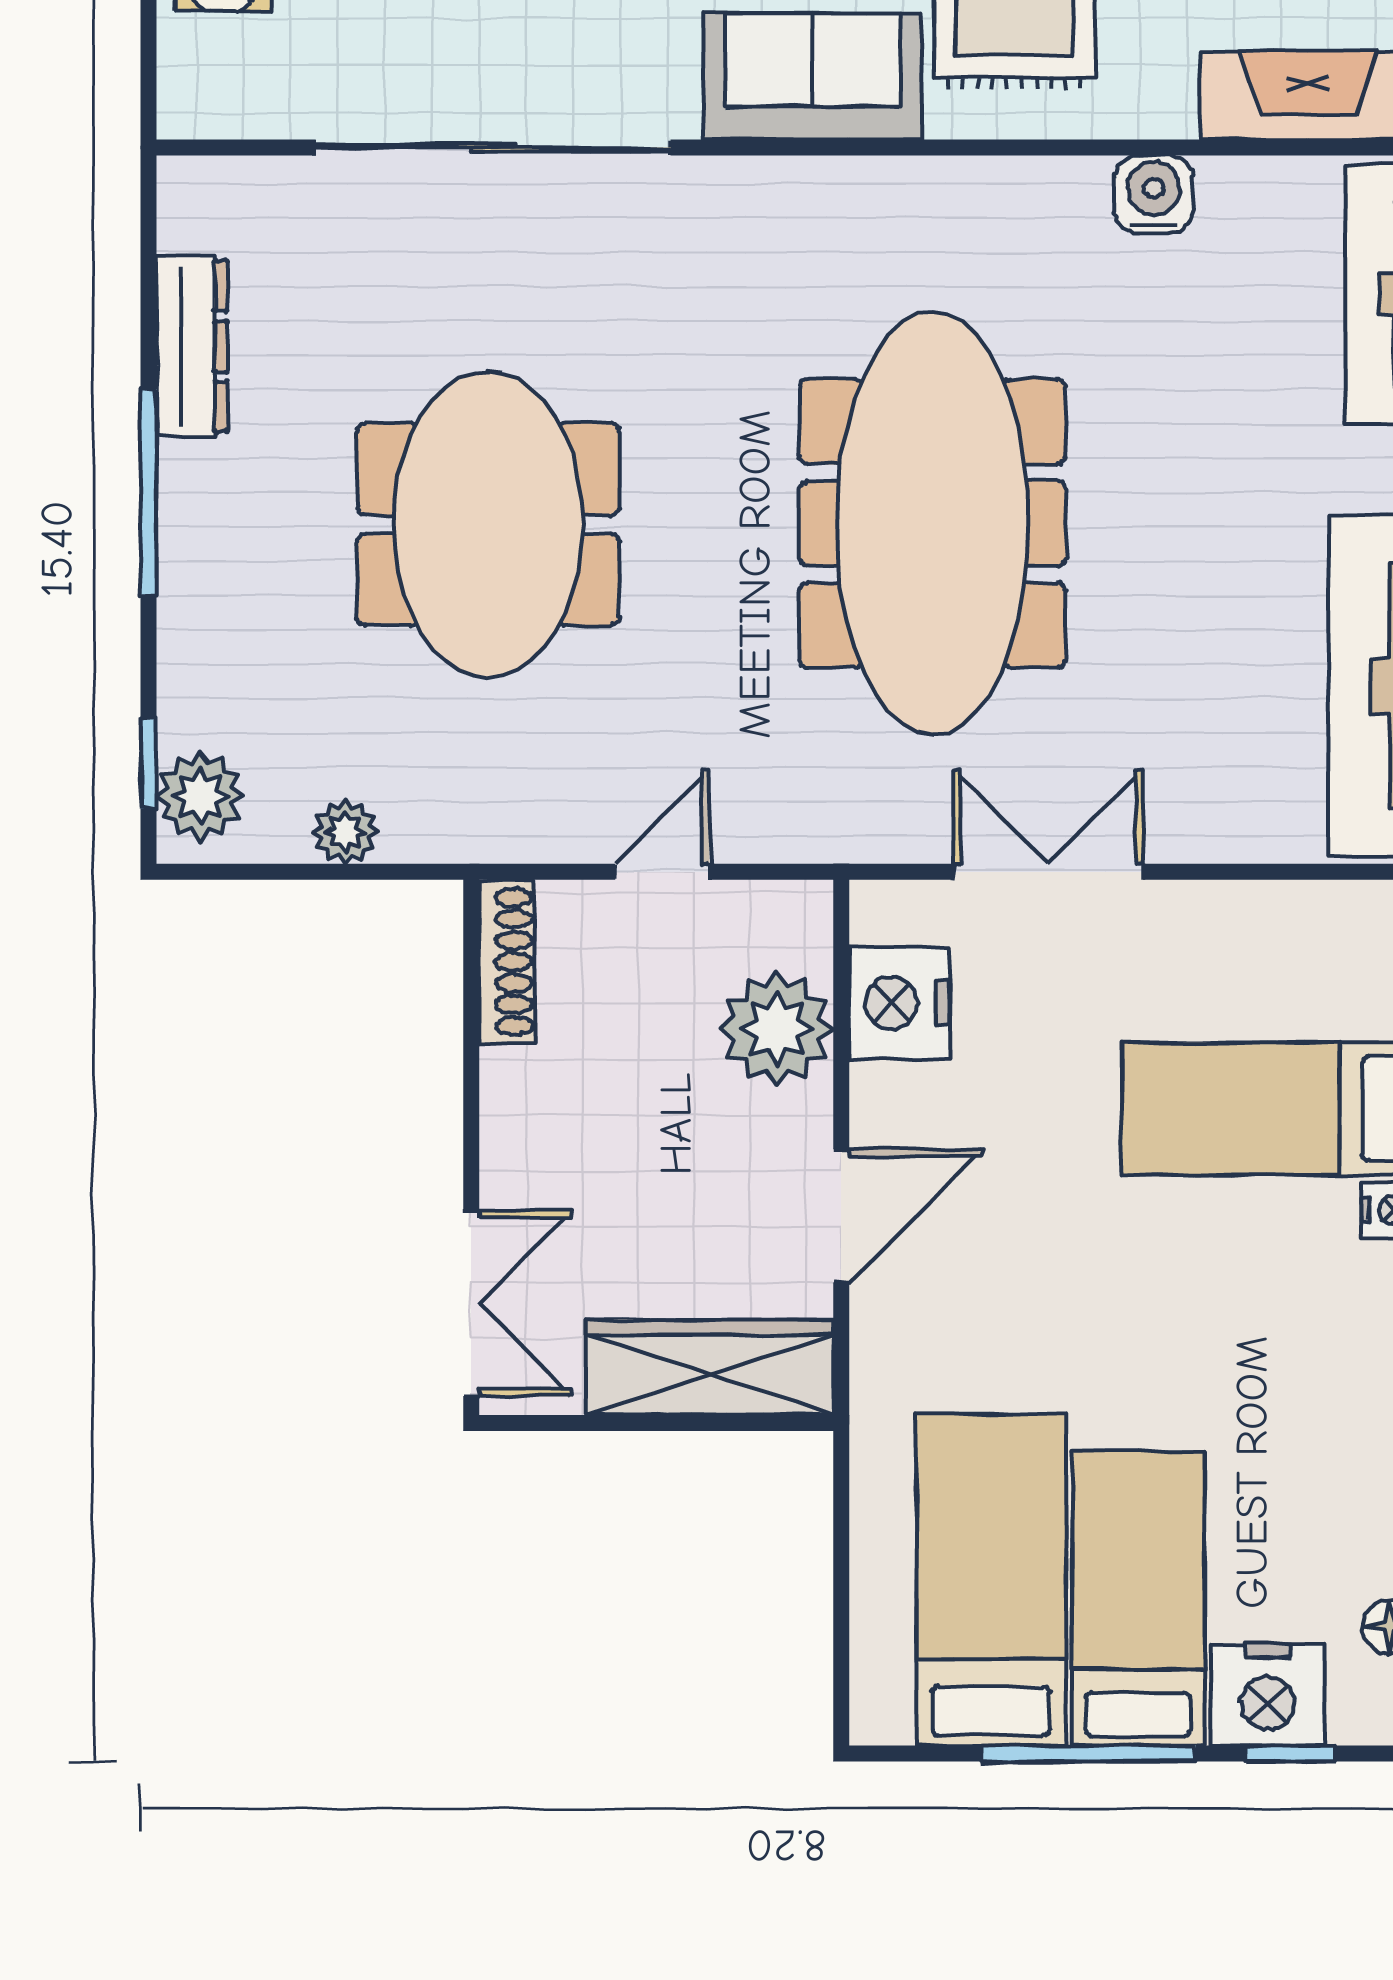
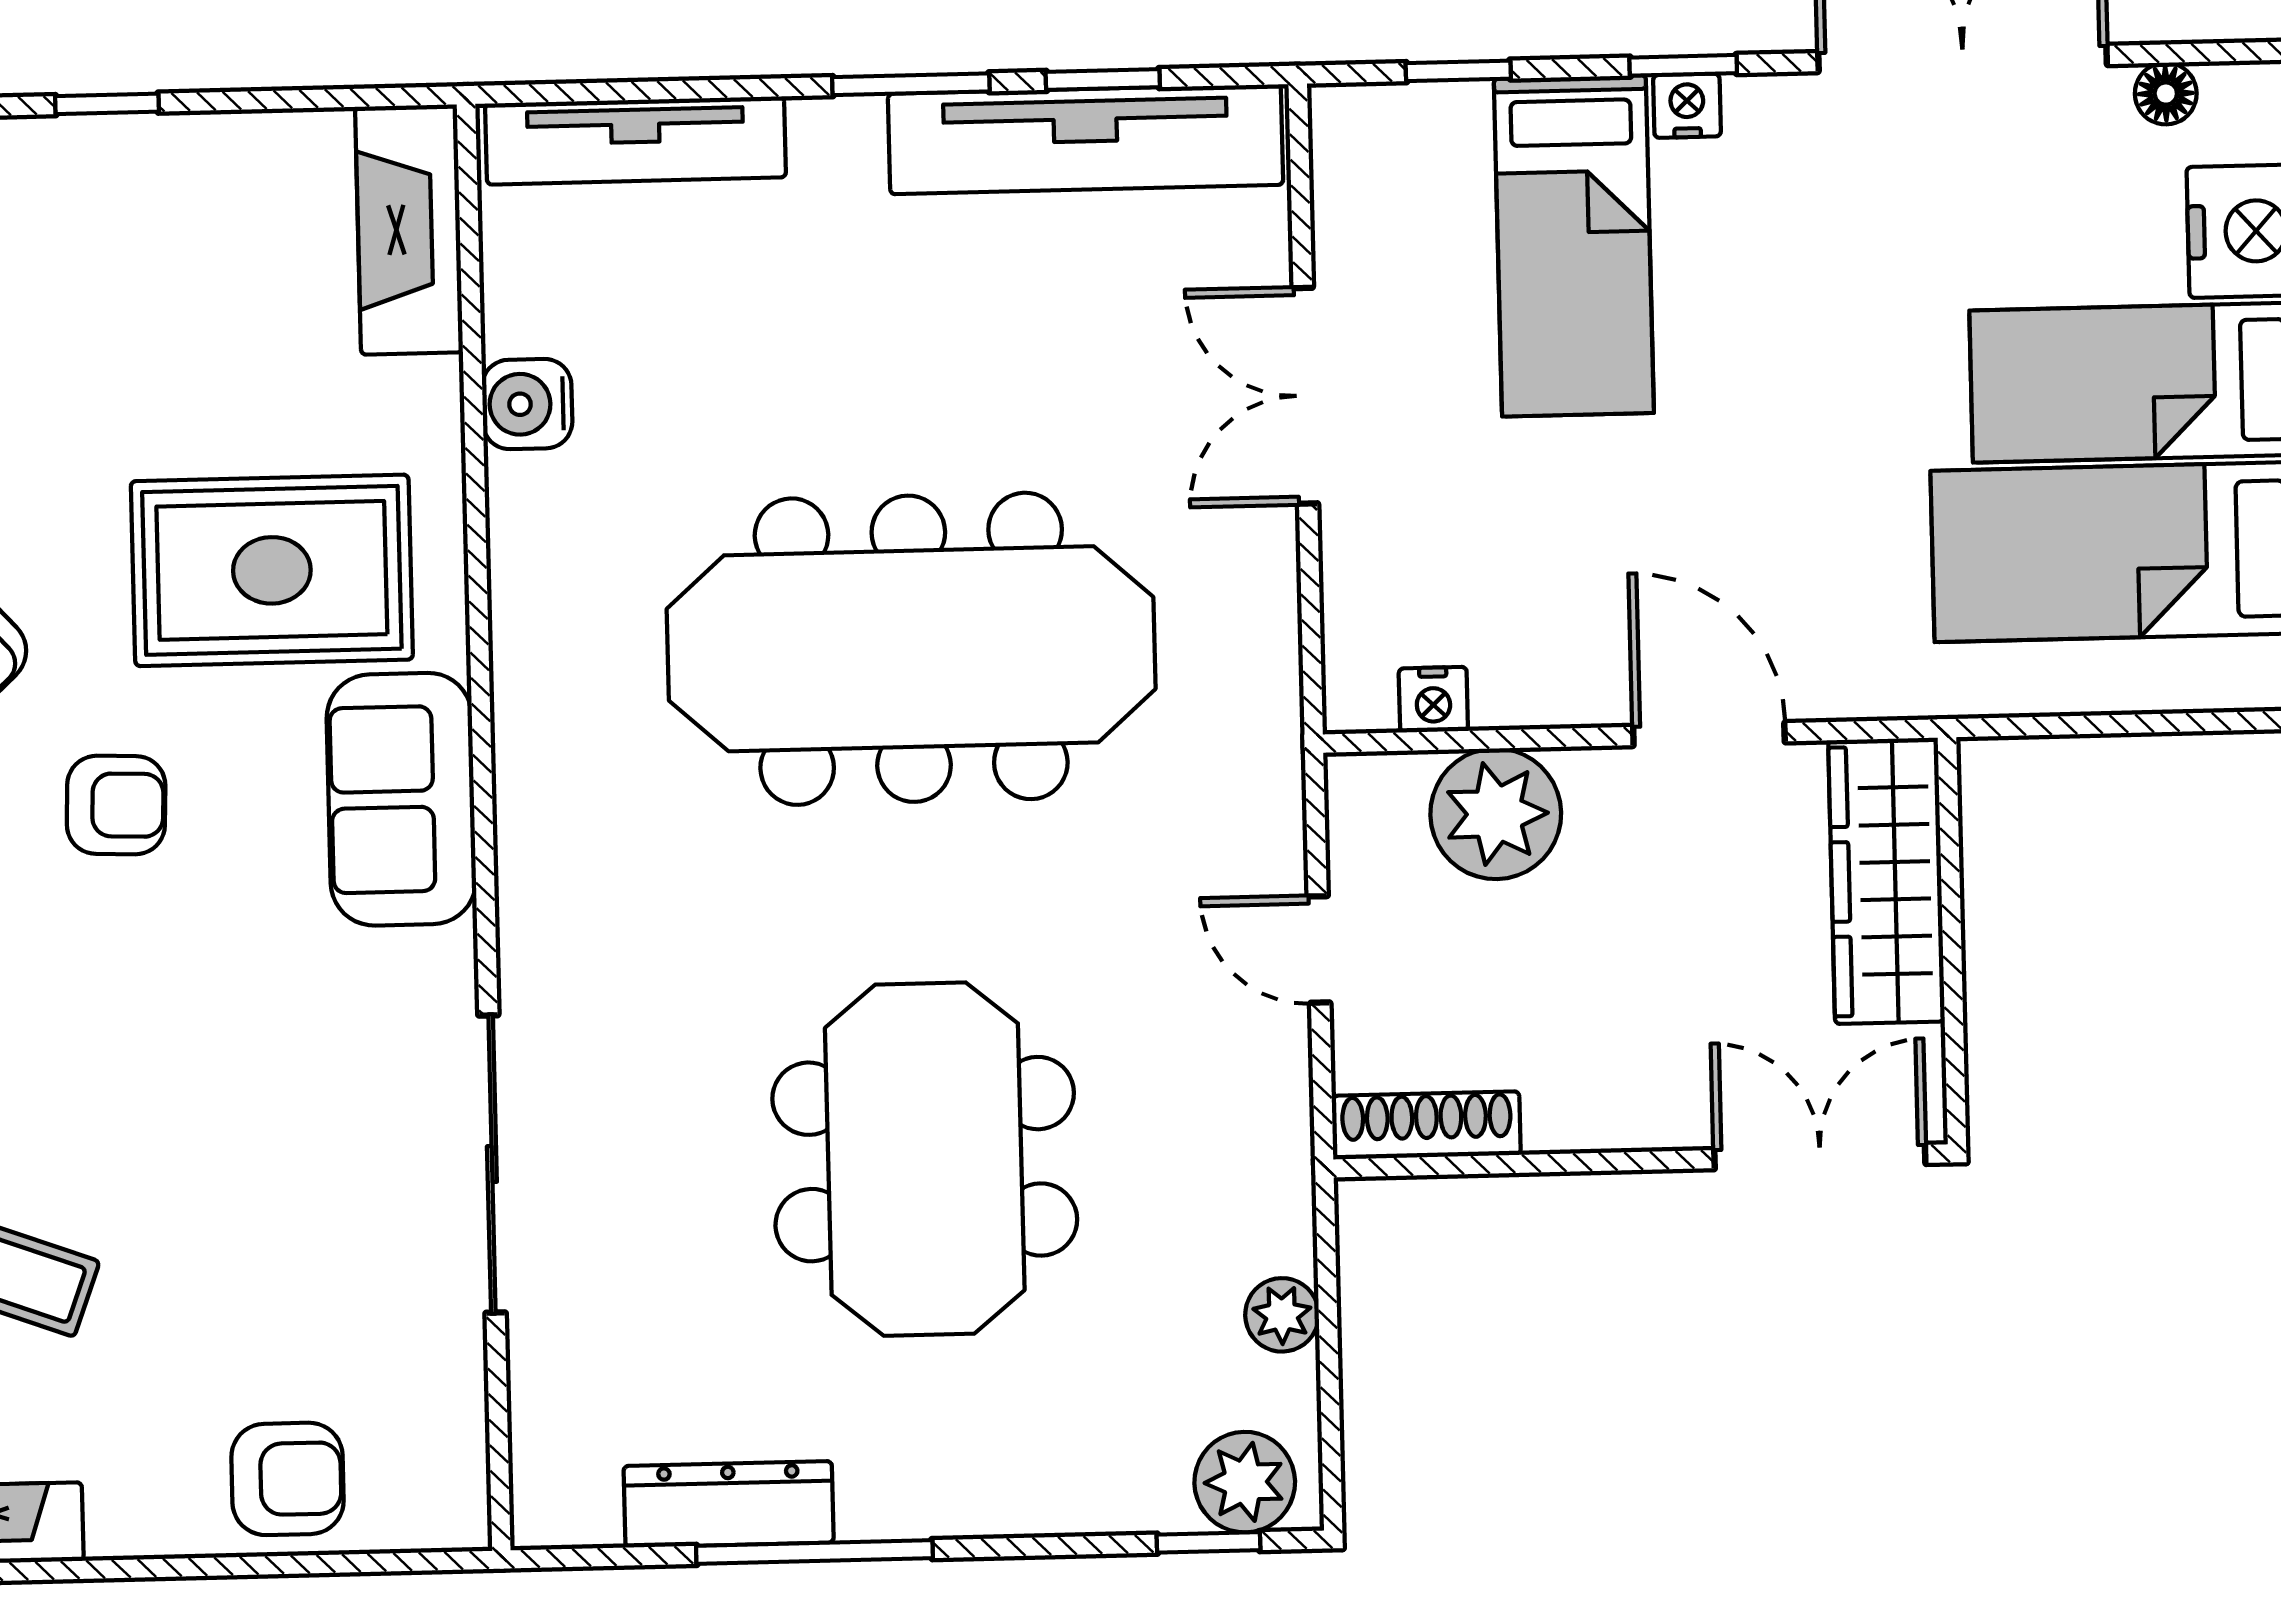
sliding door: (493, 148) -> (492, 1164), width x0.73
window: (149, 492) -> (814, 1552), moved
meeting table: (488, 524) -> (925, 1159), turned 90
double door: (1048, 872) -> (1305, 396), moved
nightstand: (899, 1003) -> (1433, 700), width x0.53, depth x0.56

